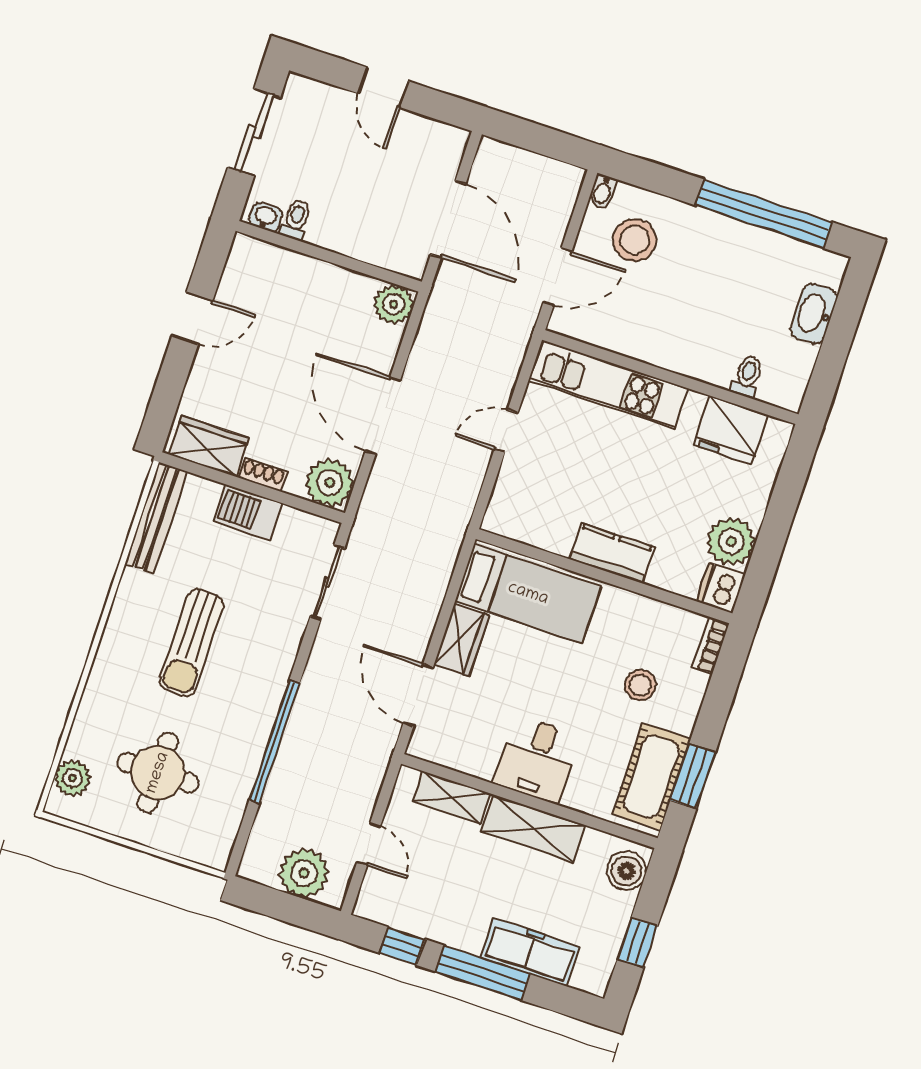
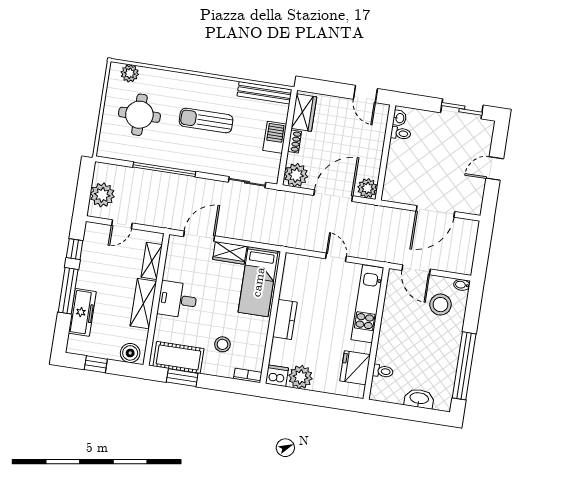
washbasin: (266, 217) -> (400, 118), moved
toilet: (296, 220) -> (401, 133), moved
wall: (329, 256) -> (385, 152), moved
plant: (394, 304) -> (367, 188), moved

